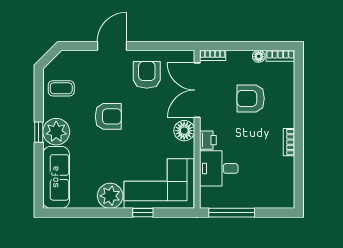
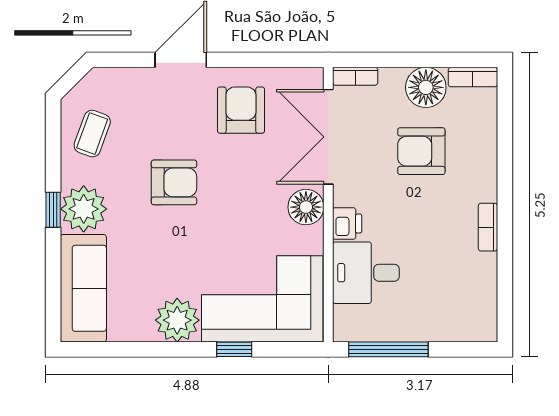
floor lamp: (259, 56) -> (426, 87), width x1.89, depth x1.89
coffee table: (61, 88) -> (92, 134), turned -70

